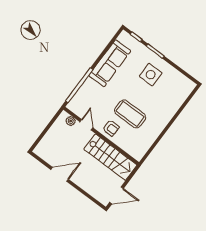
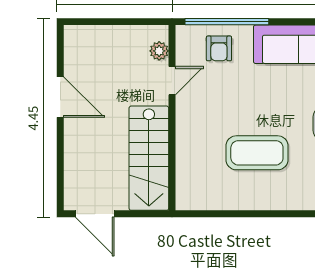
coffee table: (130, 114) -> (257, 153), moved, turned 90
armchair: (111, 128) -> (219, 48), moved

